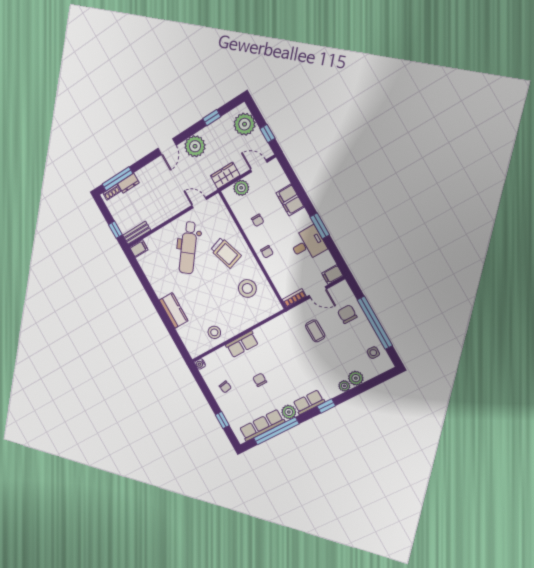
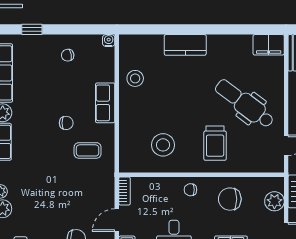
chair: (258, 220) -> (230, 199), width x1.87, depth x1.87
filing cabinet: (139, 249) -> (269, 45), width x2.00
trolley: (226, 253) -> (215, 143), turned -72
coffee table: (315, 331) -> (88, 150), moved
chair: (260, 380) -> (66, 123), moved

